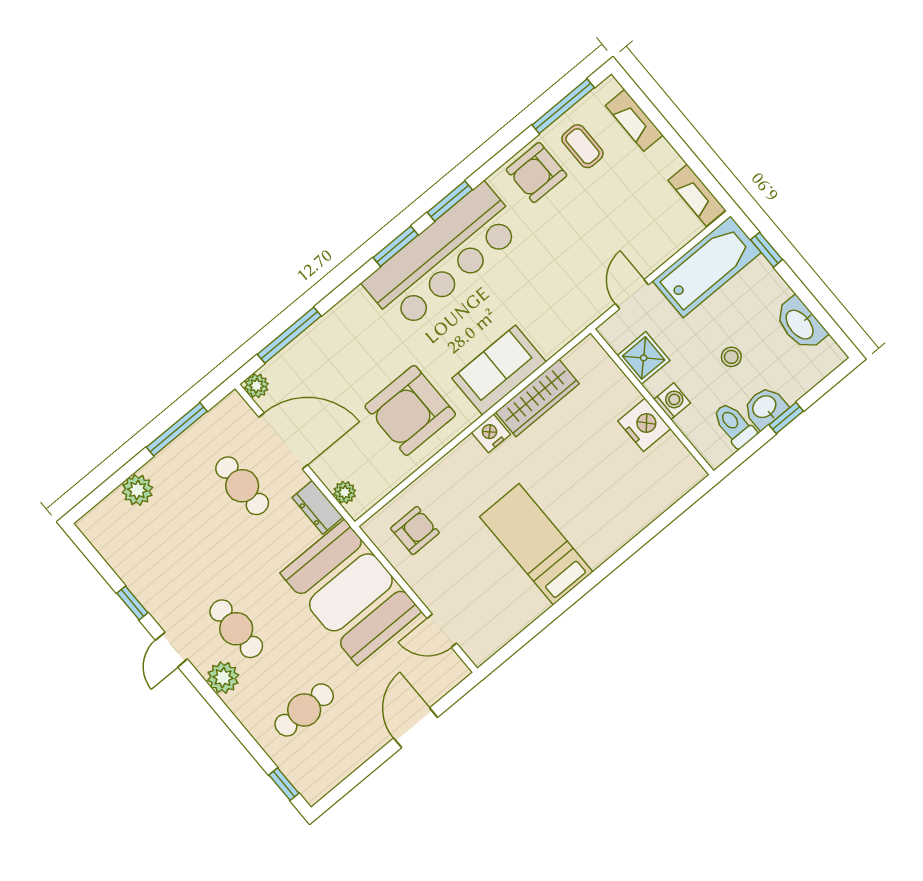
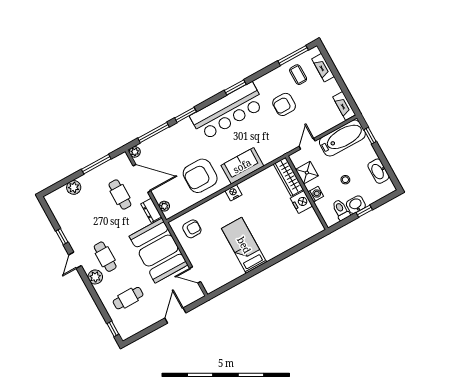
armchair: (537, 173) -> (284, 104), moved
window: (396, 246) -> (186, 115), moved
wardrobe: (537, 398) -> (288, 177), moved, turned 90

